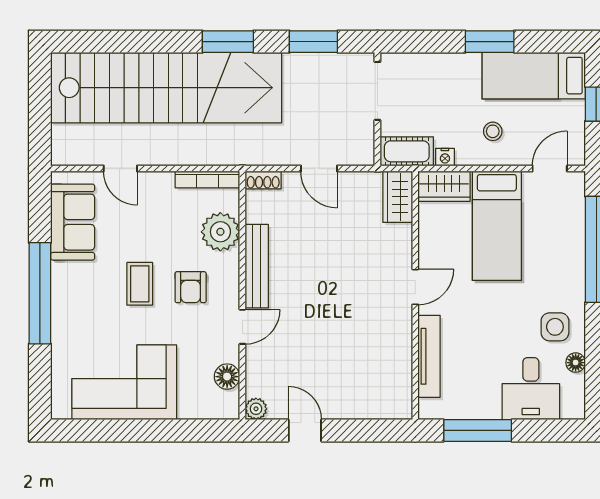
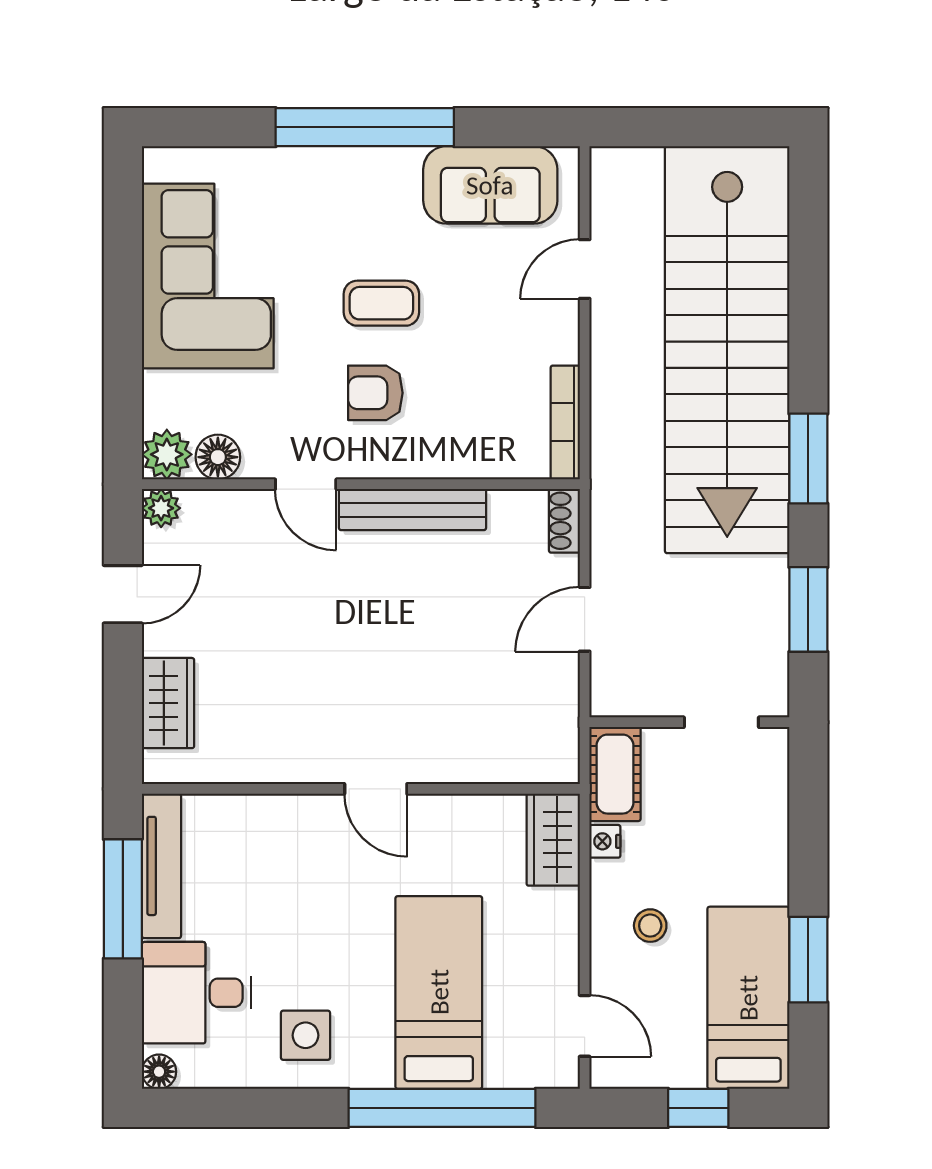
window: (490, 42) -> (808, 960), moved
doorway: (377, 91) -> (721, 722), width x0.73
wardrobe: (398, 197) -> (168, 703), moved, turned 90
bed: (497, 226) -> (439, 992), moved, turned 90
plant: (220, 232) -> (167, 454), moved, width x0.73, depth x0.73
tv unit: (429, 356) -> (161, 866), moved, turned -90
floor lamp: (576, 363) -> (159, 1072), moved

